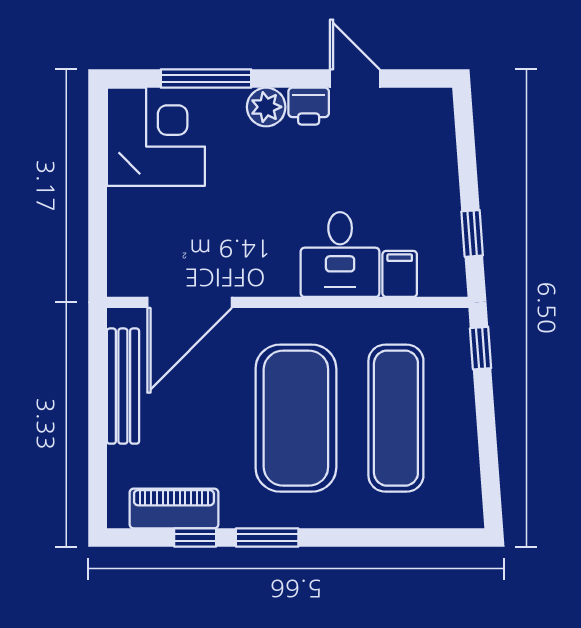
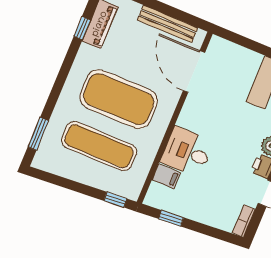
bookcase: (422, 100) -> (244, 221), added
window: (267, 537) -> (38, 134), moved

